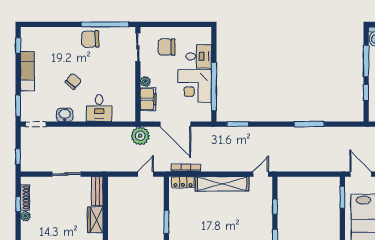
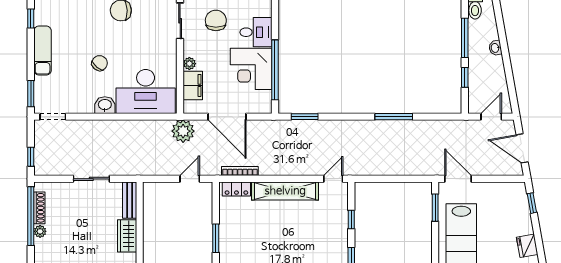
chair: (166, 47) -> (216, 20), turned 90
desk: (99, 108) -> (146, 91), width x1.87, depth x1.30
washbasin: (65, 115) -> (105, 105), moved
window: (18, 204) -> (31, 216), width x3.17

